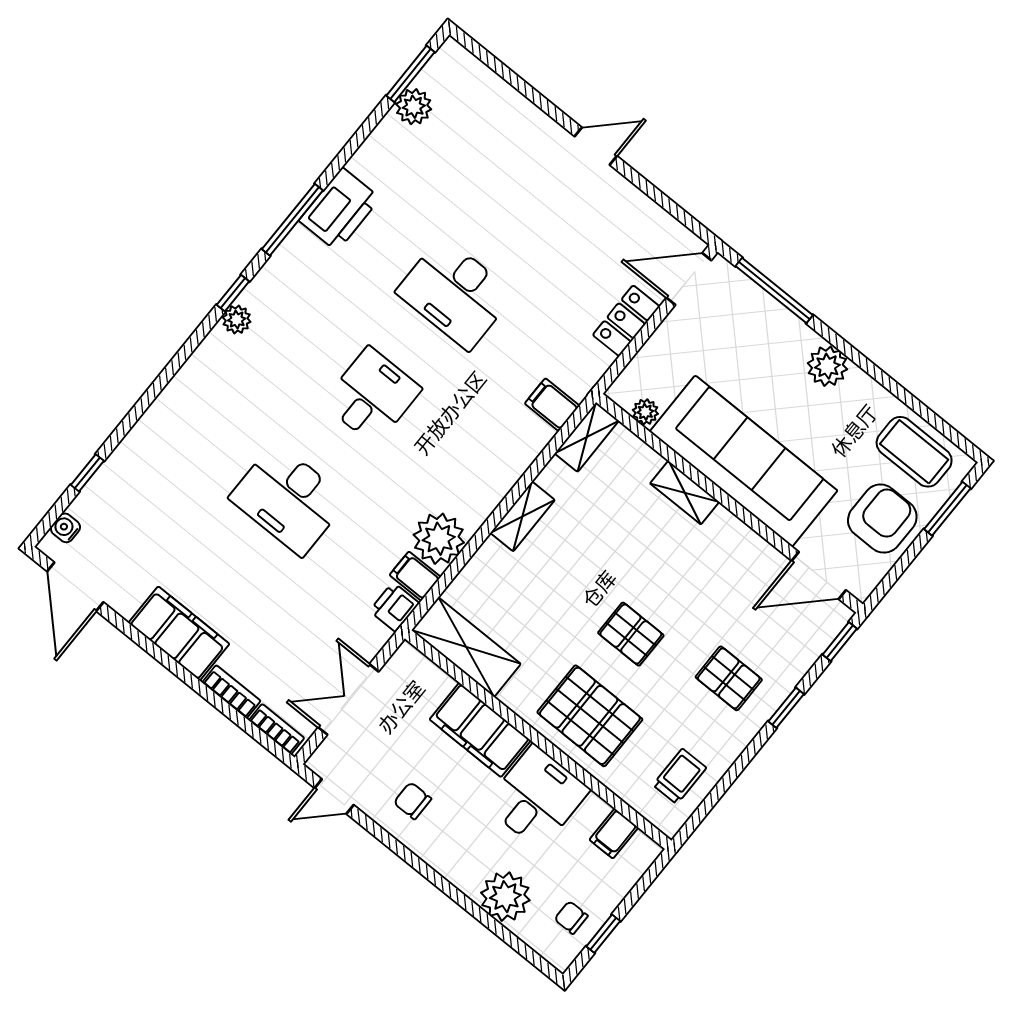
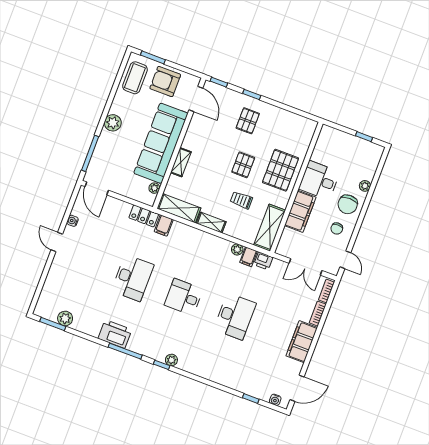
water cooler: (633, 198) -> (72, 221), added
locker: (626, 321) -> (144, 216), moved
shelving: (587, 437) -> (179, 208), width x1.50, depth x1.33
plant: (439, 539) -> (237, 249), width x0.53, depth x0.53
trolley: (680, 776) -> (241, 200), moved
filing cabinet: (614, 834) -> (323, 146), removed
plant: (505, 897) -> (365, 186), width x0.53, depth x0.53
chair: (571, 918) -> (348, 204), moved, width x1.87, depth x1.87

